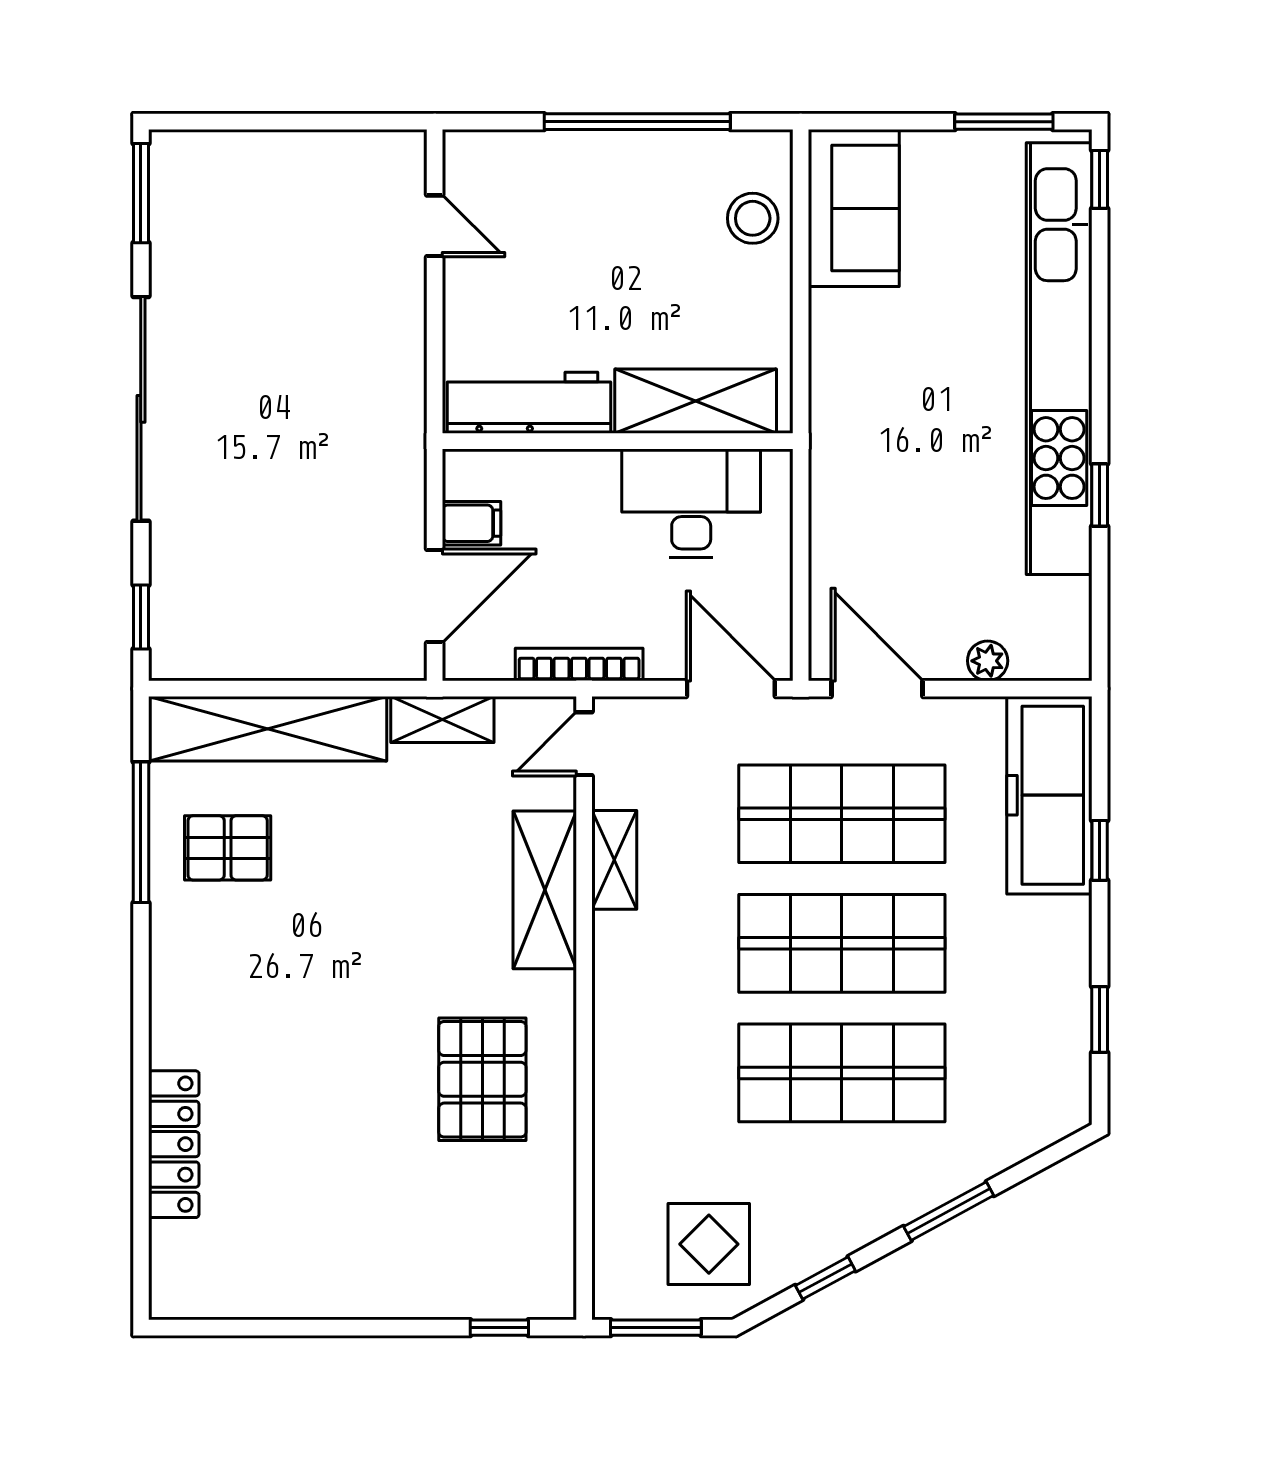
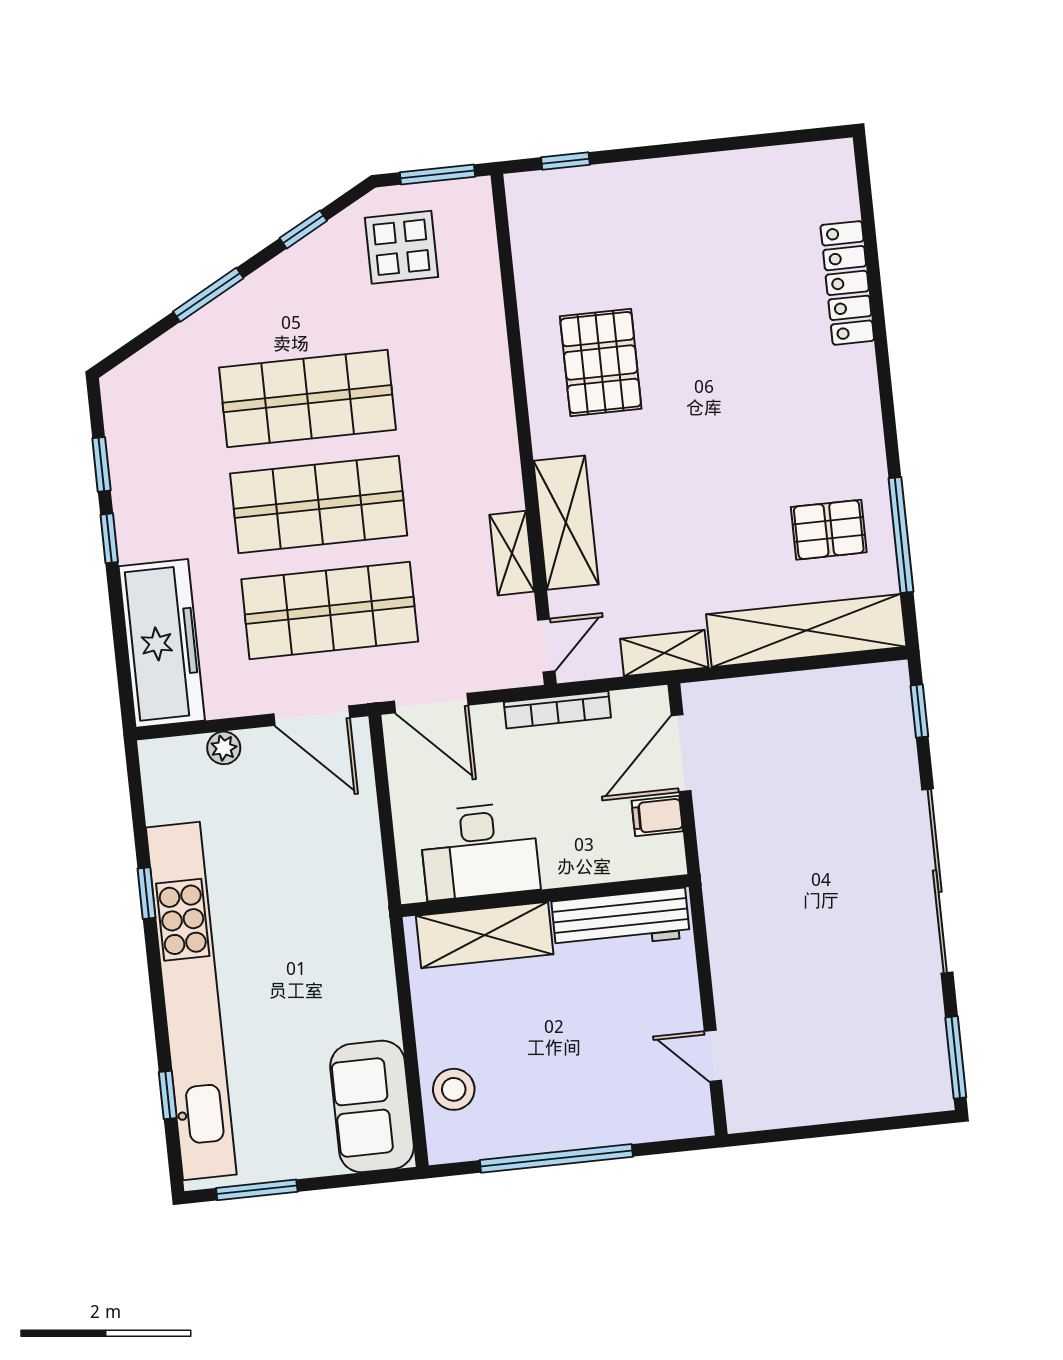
window: (1100, 179) -> (168, 1095), moved
window: (1100, 850) -> (109, 538), moved

